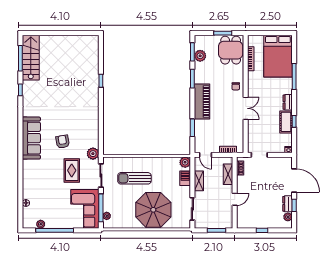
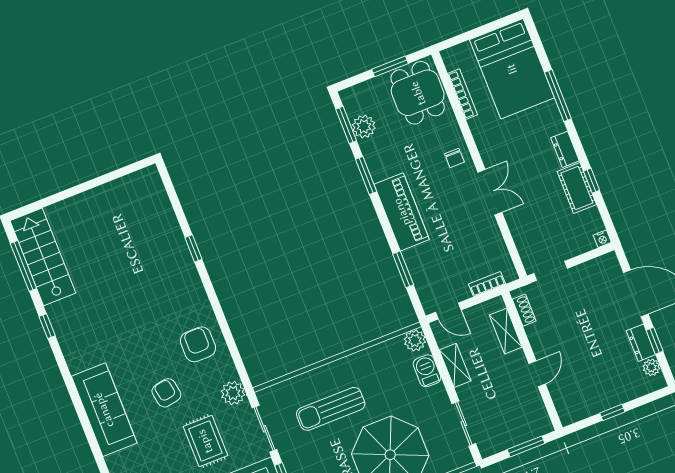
armchair: (86, 125) -> (198, 344), added

